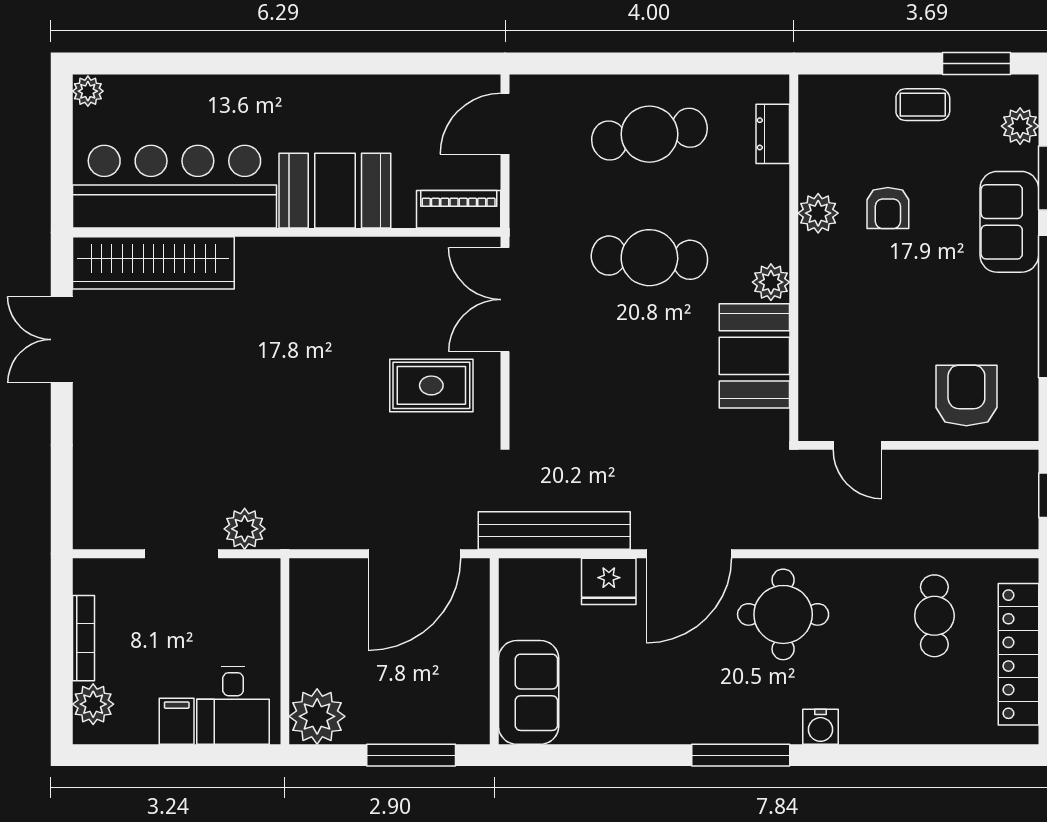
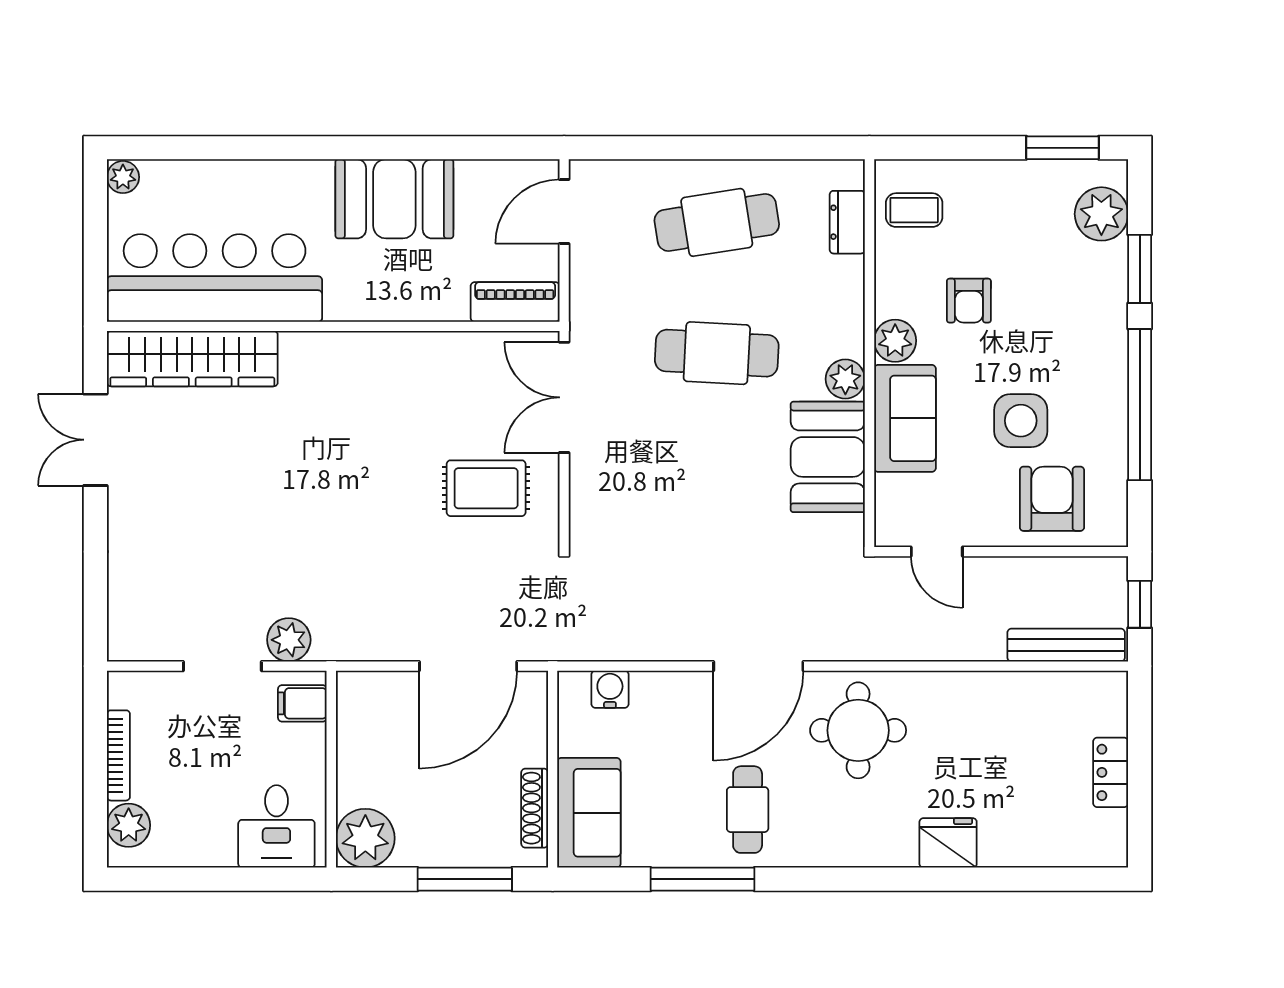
coffee table: (923, 105) -> (914, 210), moved
plant: (1020, 126) -> (1101, 214), width x1.36, depth x1.36
booth: (335, 191) -> (394, 199), moved
plant: (818, 213) -> (895, 341), moved
sofa: (1009, 222) -> (905, 418), moved, turned 180
side table: (937, 322) -> (1021, 421), added
bench: (554, 530) -> (1066, 645), moved, width x0.73, depth x0.82
fridge: (609, 581) -> (948, 843), moved, turned 180
cafe table: (934, 616) -> (748, 810), moved
locker: (1018, 654) -> (1111, 772), width x0.46, depth x0.83
shoe rack: (477, 688) -> (535, 808), added
filing cabinet: (177, 721) -> (302, 703), moved, turned -90
water cooler: (821, 727) -> (610, 689), moved, turned 180
window: (741, 755) -> (702, 879), moved

